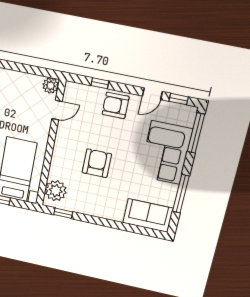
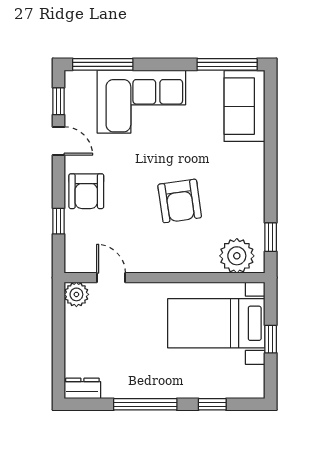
armchair: (97, 163) -> (180, 201), turned -98
window: (181, 194) -> (227, 64), moved

